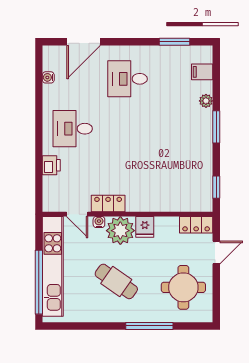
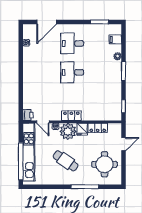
desk: (73, 129) -> (72, 72), moved
printer: (51, 165) -> (28, 115), moved
locker: (108, 204) -> (71, 116), moved
locker: (196, 225) -> (98, 128), moved

